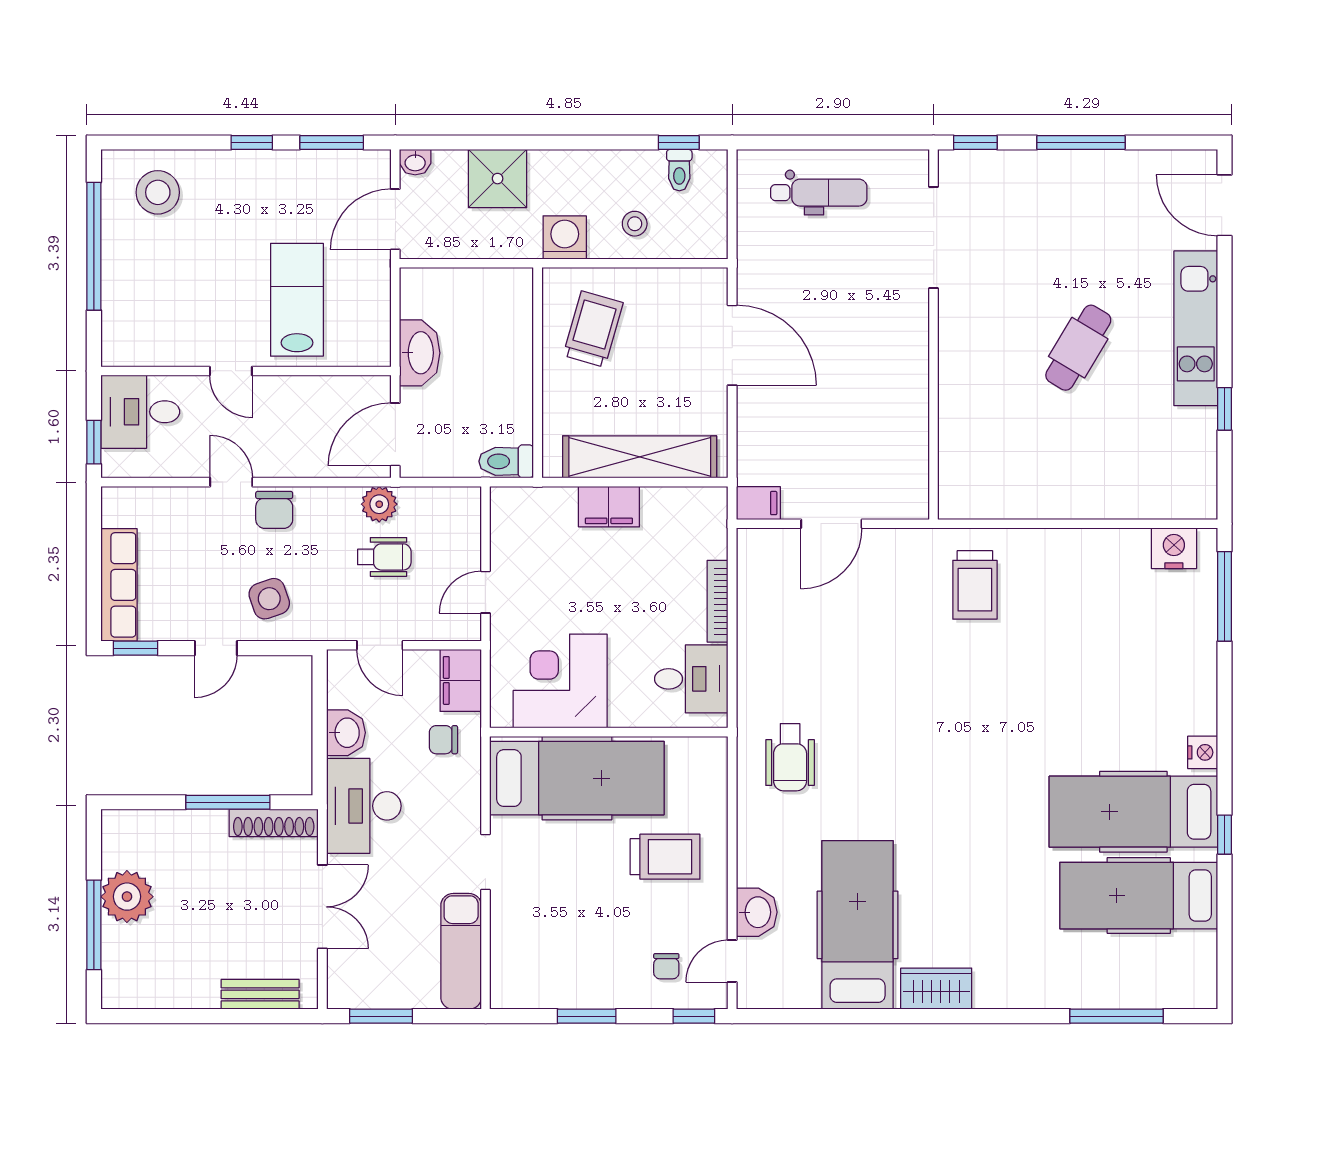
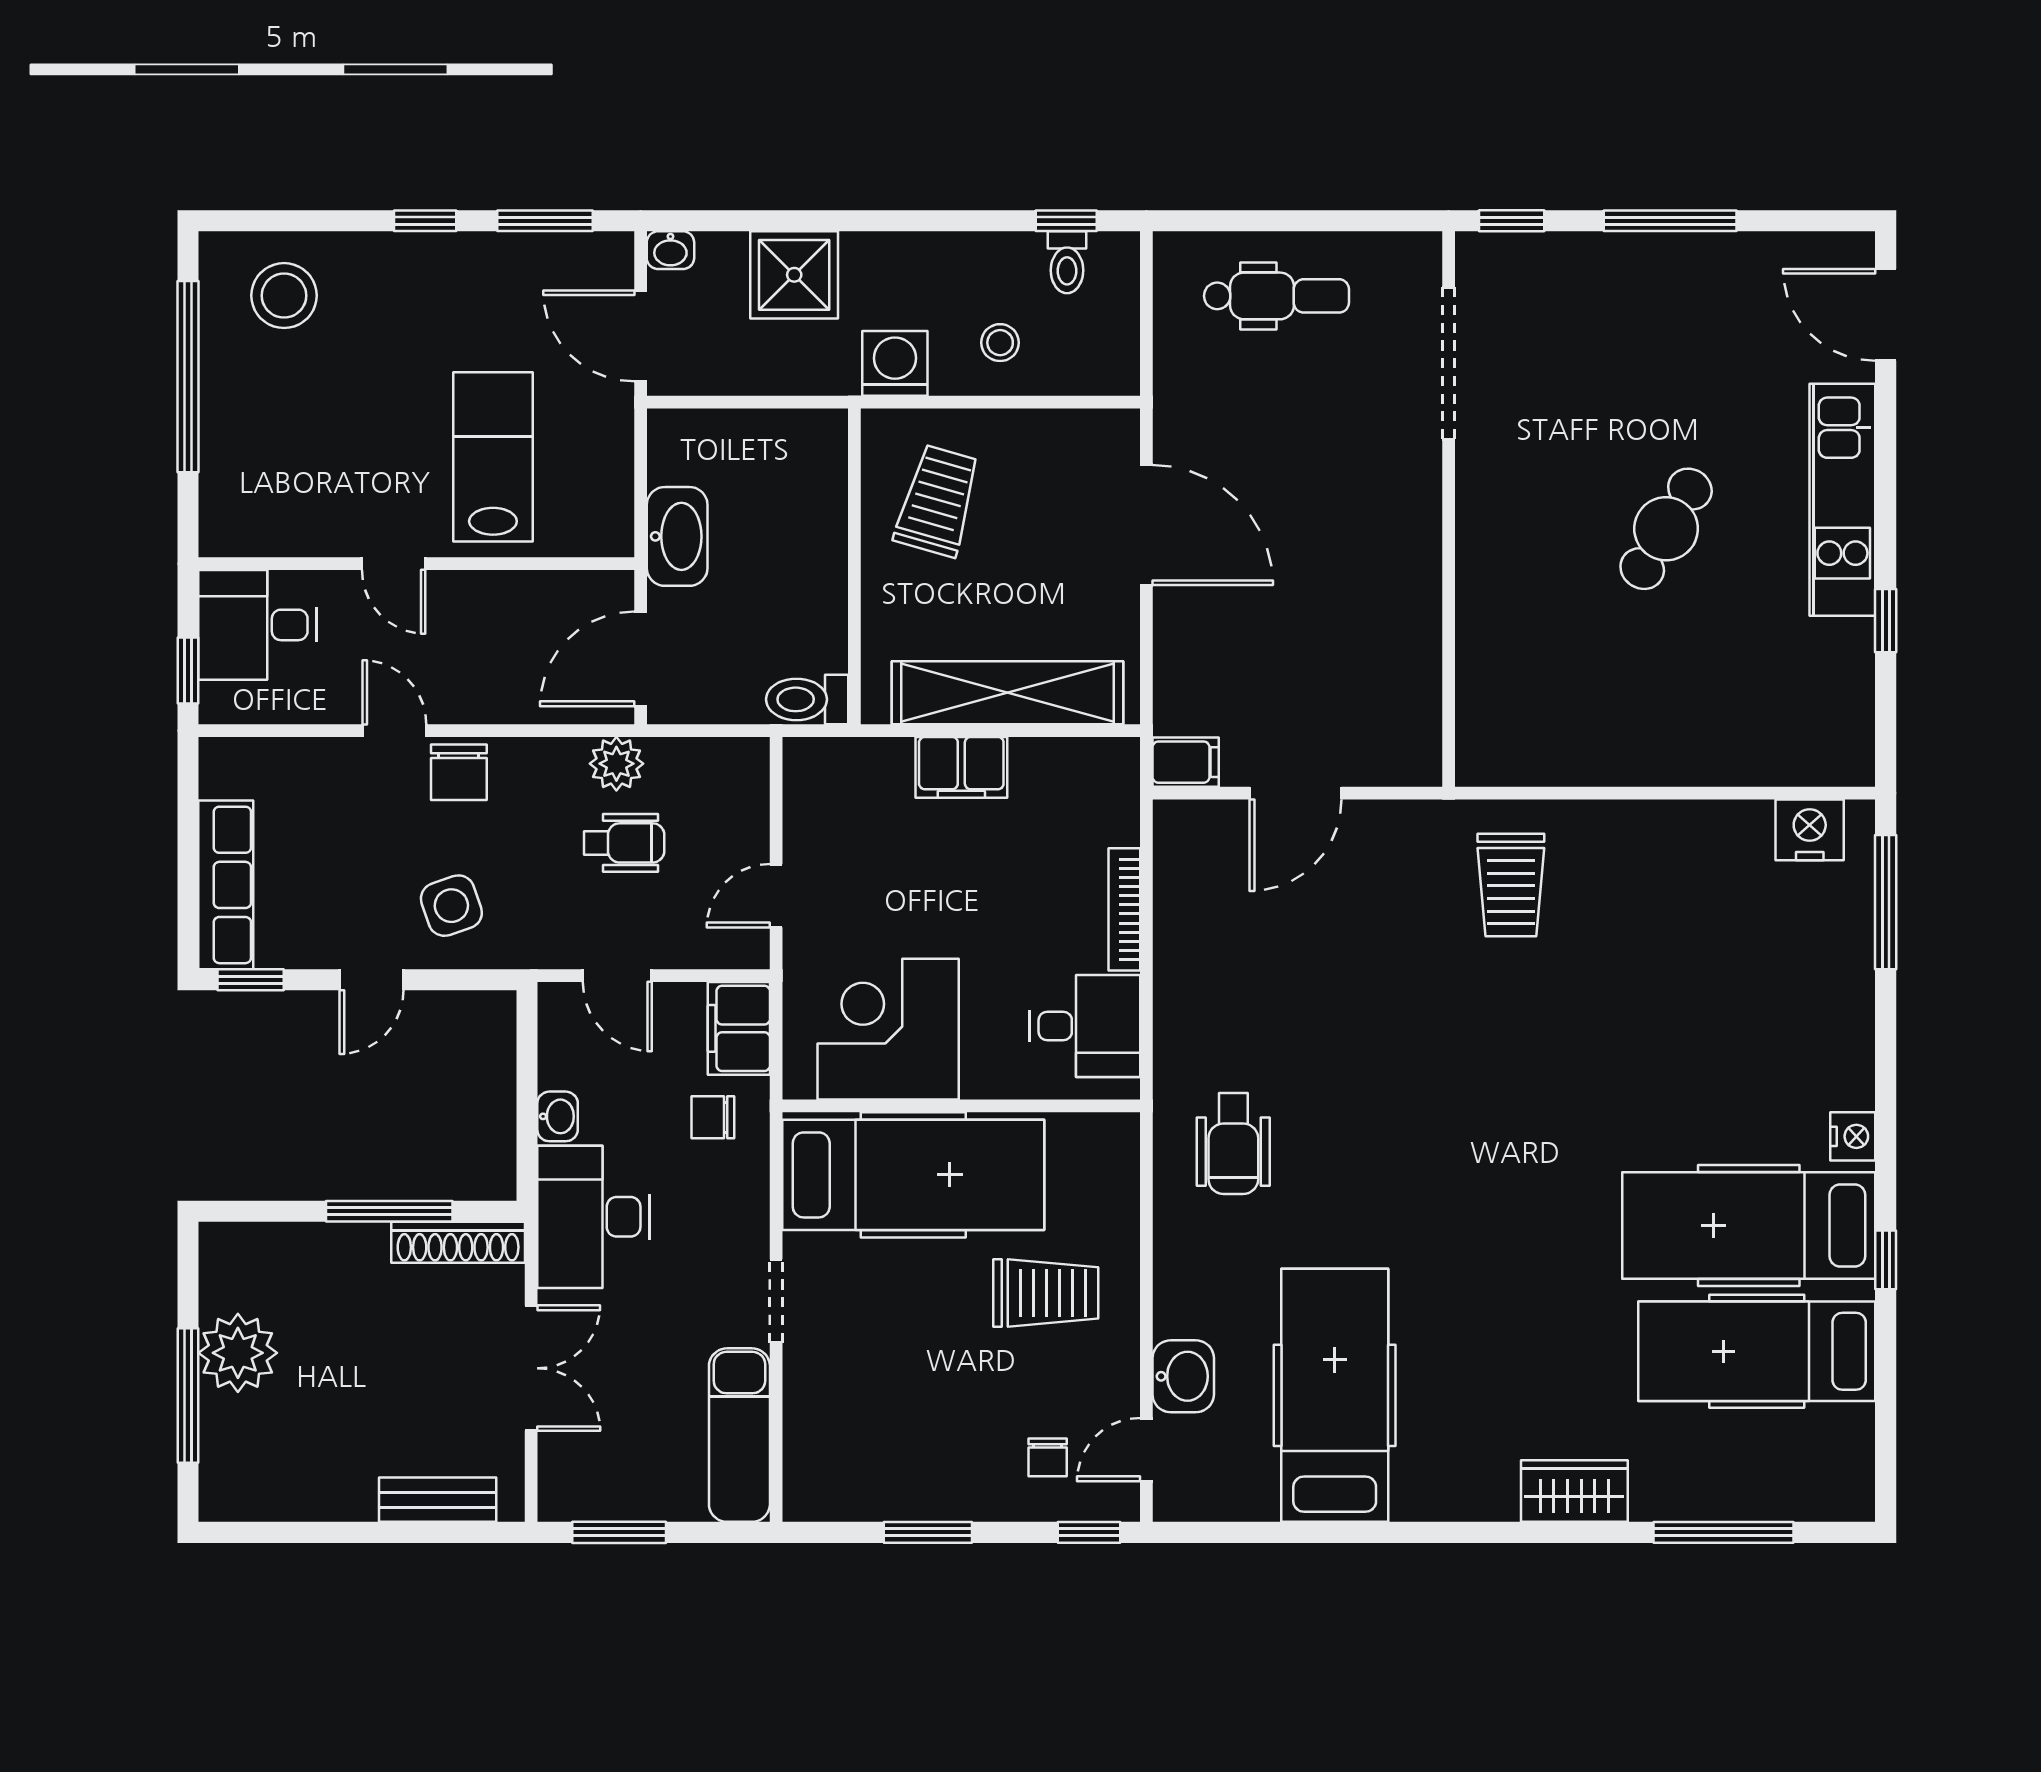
door: (395, 219) -> (641, 336), hinge flipped
washbasin: (346, 733) -> (558, 1116), width x0.72, depth x0.69
wardrobe: (936, 989) -> (1574, 1491), moved

